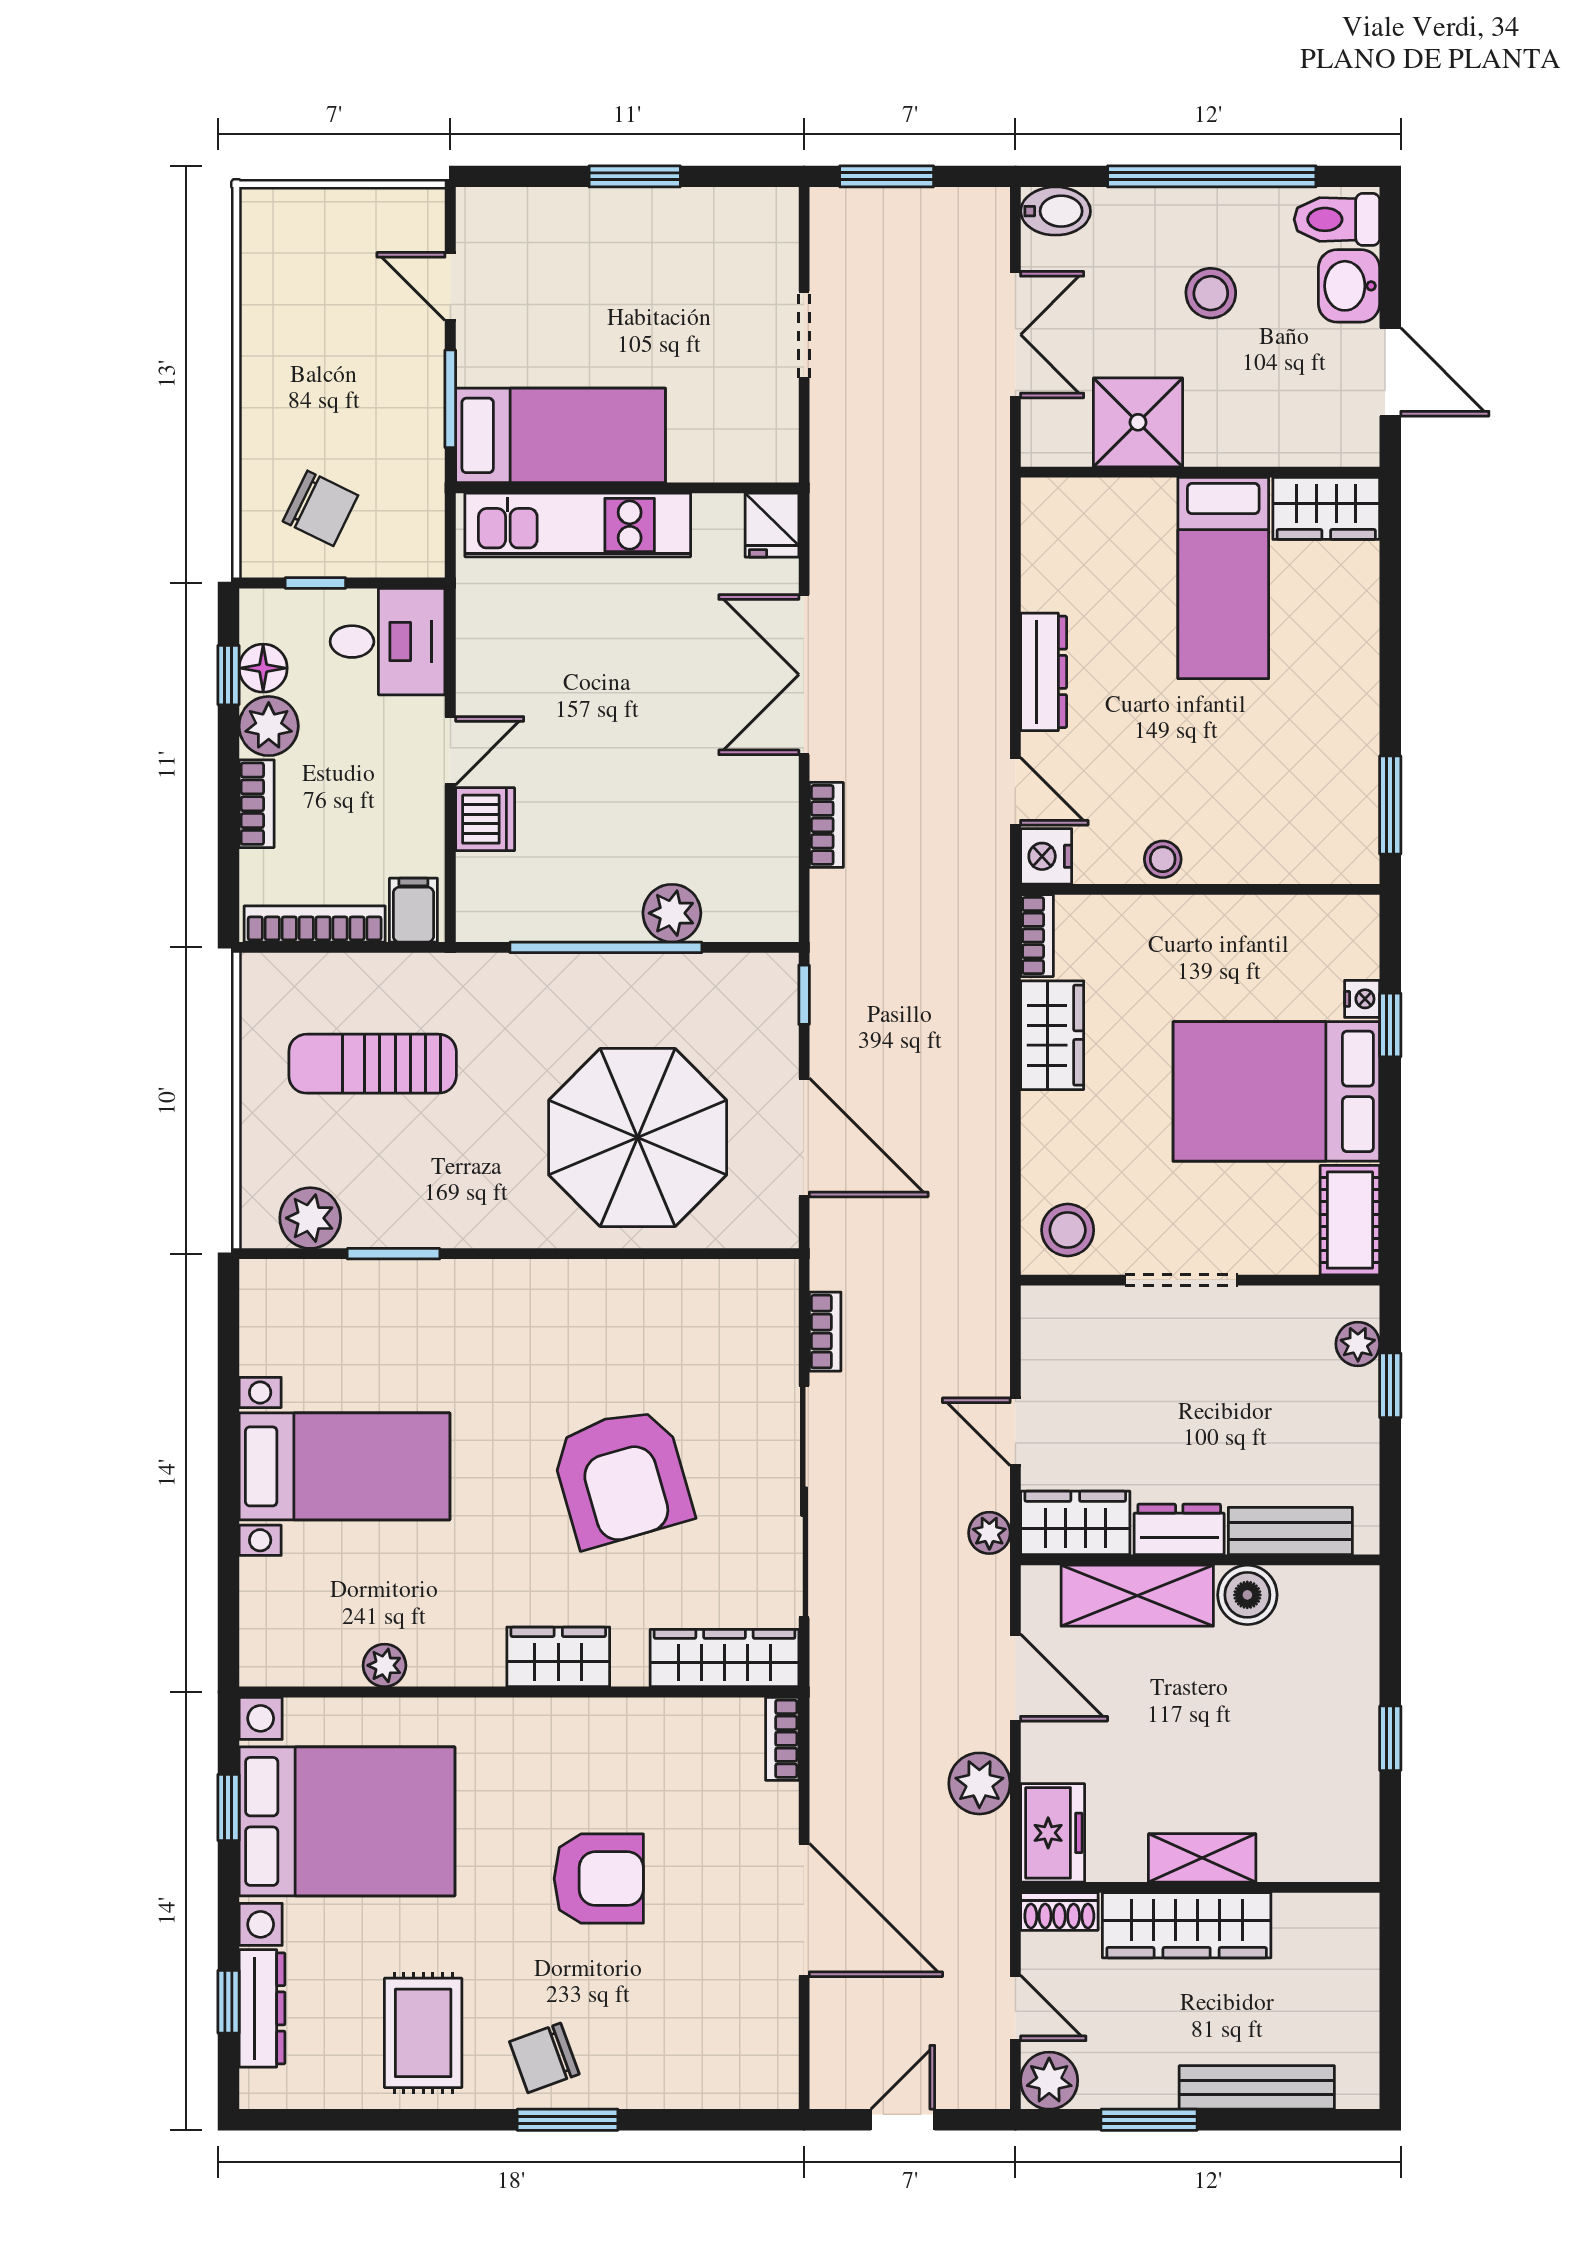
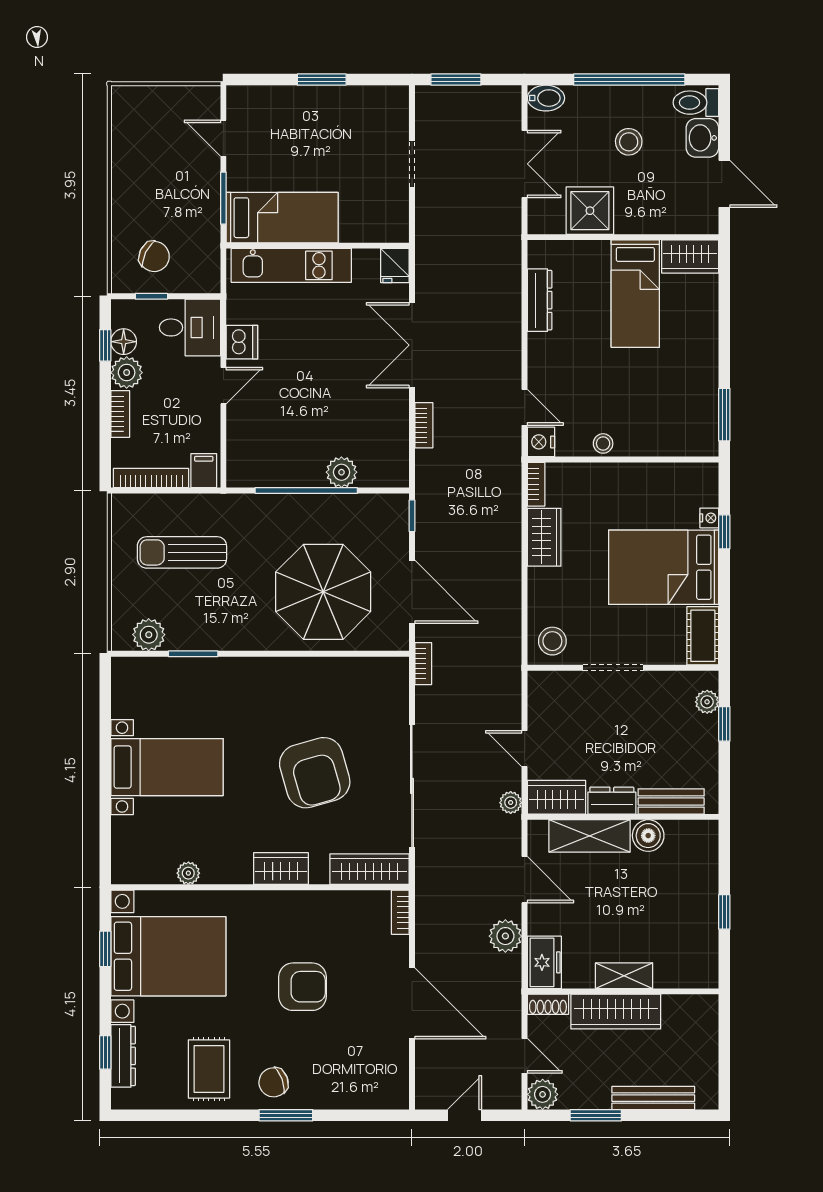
dresser: (1044, 672) -> (540, 300), moved
dishwasher: (485, 819) -> (242, 342), moved
bookcase: (825, 1332) -> (423, 664), moved

